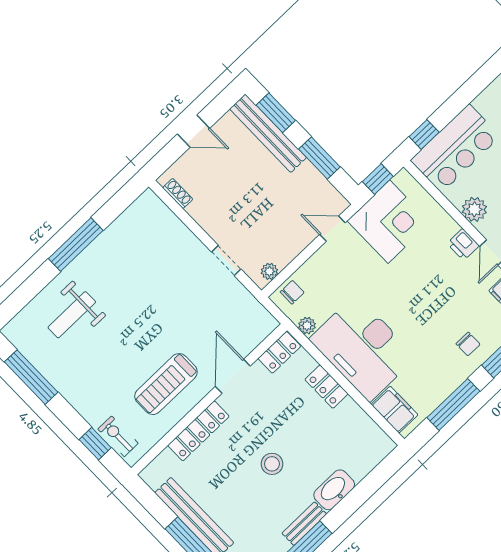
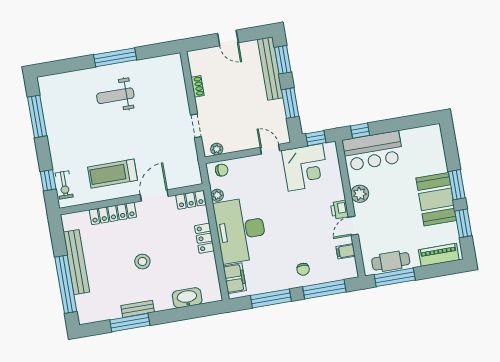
shoe rack: (178, 193) -> (197, 86), moved
weight bench: (72, 315) -> (115, 96), moved
exercise bike: (118, 436) -> (64, 185), turned 180
washbasin: (334, 490) -> (187, 298), moved

